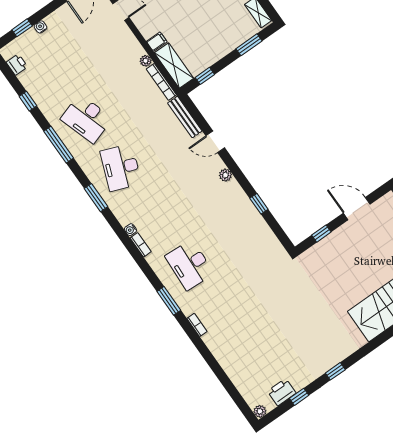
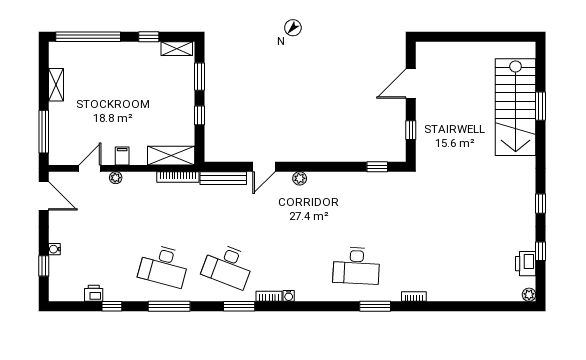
filing cabinet: (157, 42) -> (122, 156), moved
plant: (146, 61) -> (116, 178), moved
printer: (17, 65) -> (94, 293), moved
window: (205, 76) -> (200, 115), moved
desk: (86, 119) -> (164, 266), turned 33
window: (259, 204) -> (377, 167), moved
bookcase: (141, 245) -> (269, 296), moved

